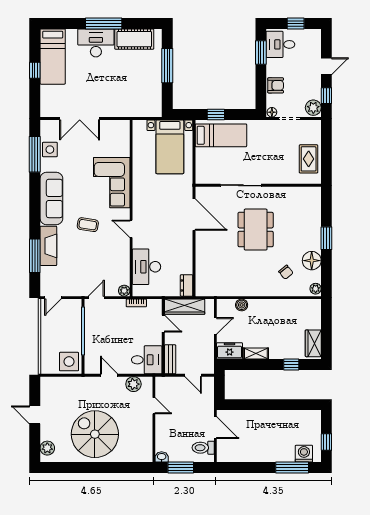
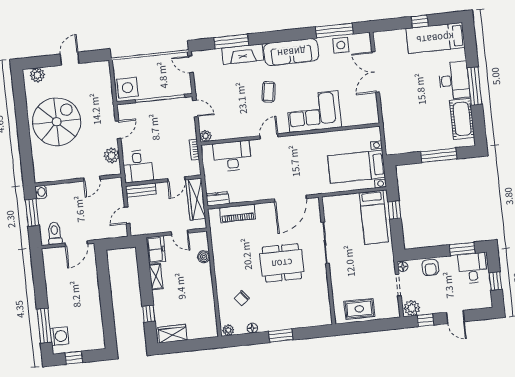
floor lamp: (312, 261) -> (252, 328), width x0.53, depth x0.53
piano: (203, 267) -> (238, 213), added

